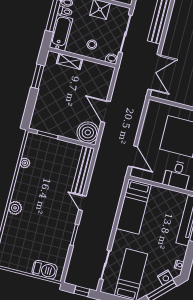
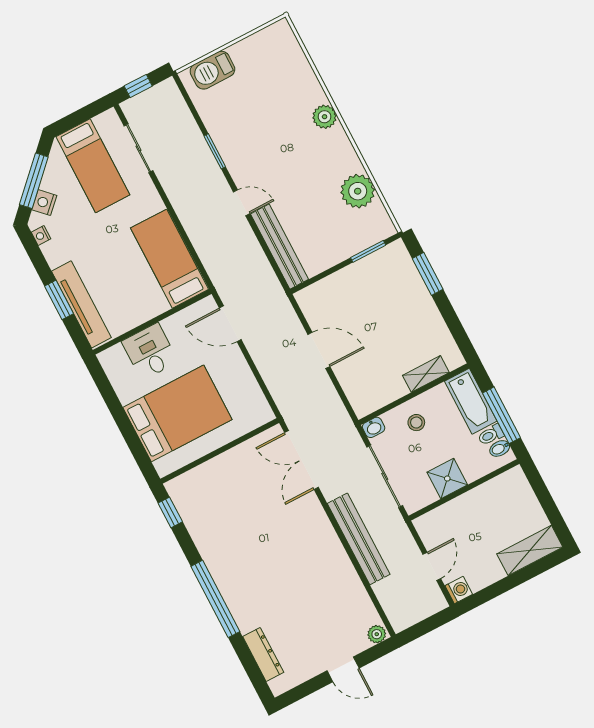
window: (38, 76) -> (428, 274), moved
boiler: (88, 132) -> (318, 302), removed
plant: (25, 163) -> (358, 191), width x1.88, depth x1.88

